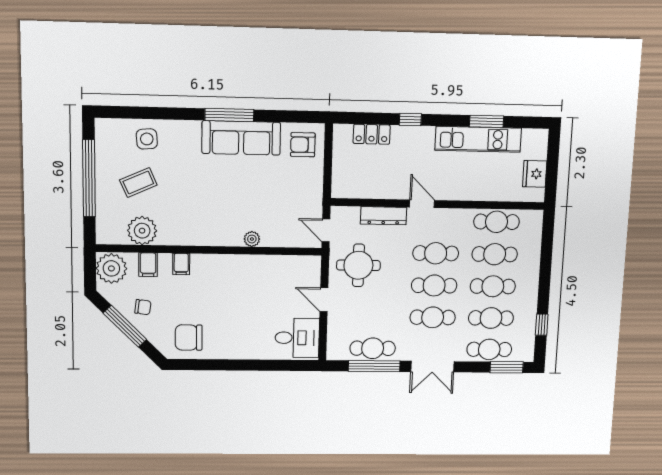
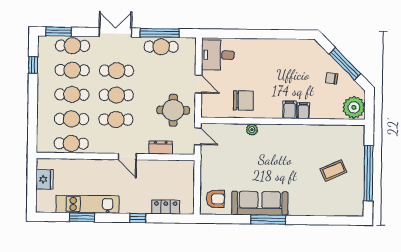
side table: (147, 139) -> (327, 202), removed
dresser: (383, 216) -> (161, 148), width x0.70
plant: (142, 231) -> (331, 135), removed
filing cabinet: (148, 265) -> (290, 110), moved
chair: (189, 338) -> (243, 100), moved

